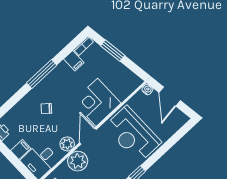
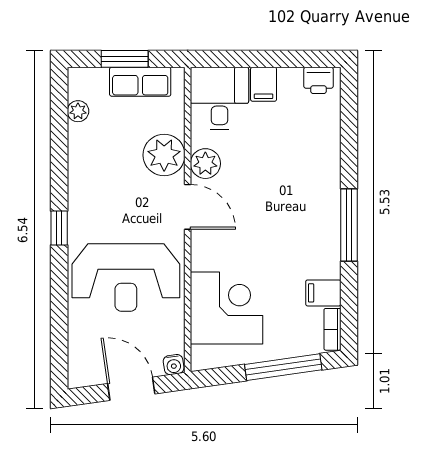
window: (113, 51) -> (283, 367), width x1.44
corner desk: (97, 102) -> (227, 308), moved
chair: (46, 109) -> (289, 182), removed
reception desk: (133, 134) -> (126, 278), turned 180

